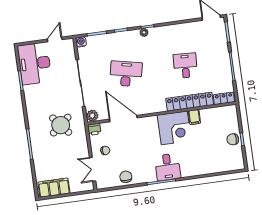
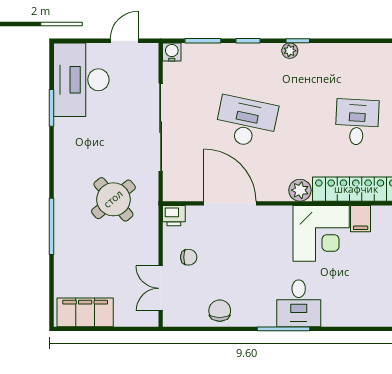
plant: (92, 116) -> (300, 190), moved

